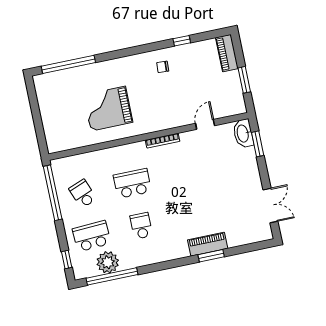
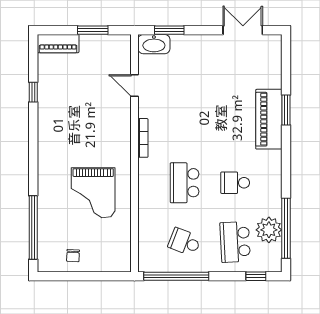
chair: (163, 67) -> (73, 256), moved
school desk: (83, 194) -> (185, 242), turned 42
piano: (208, 244) -> (269, 119), width x1.37, depth x1.33

